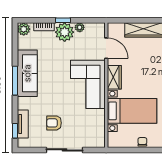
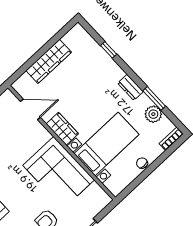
corner sofa: (88, 84) -> (59, 173), moved

